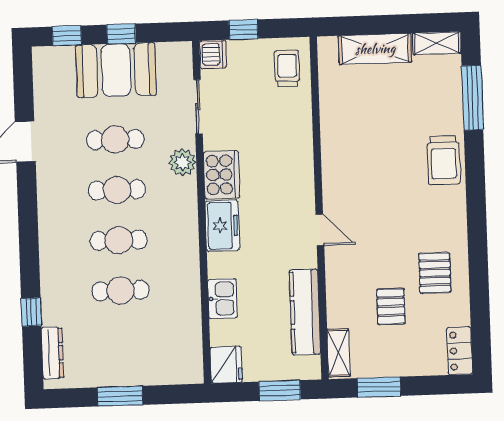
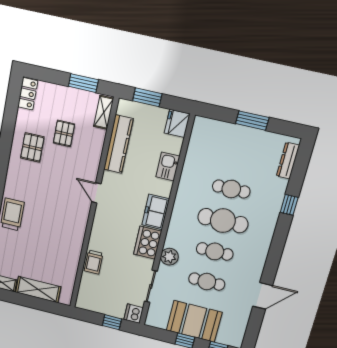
trolley: (287, 68) -> (94, 262), moved
cafe table: (119, 240) -> (223, 221), width x1.37, depth x1.35
window: (31, 312) -> (289, 205), moved

